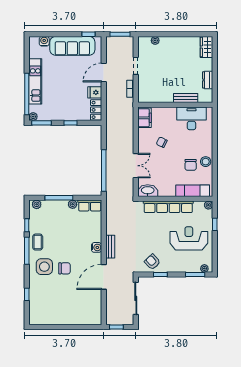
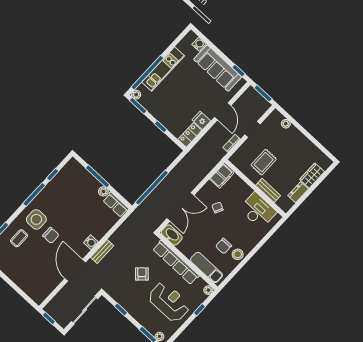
wardrobe: (206, 47) -> (312, 176), moved
door: (104, 73) -> (223, 111), swing flipped
rug: (164, 81) -> (264, 162), added
double door: (136, 166) -> (180, 207), width x1.37
plant: (37, 204) -> (75, 165), removed
coffee table: (38, 242) -> (19, 238), moved
armchair: (152, 262) -> (142, 274), moved
door: (104, 277) -> (75, 270), hinge flipped

